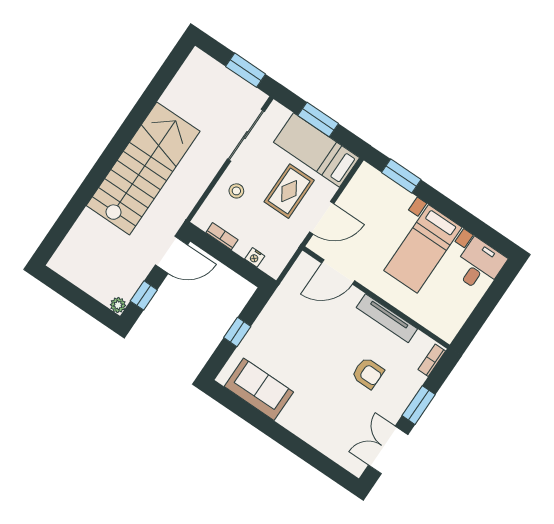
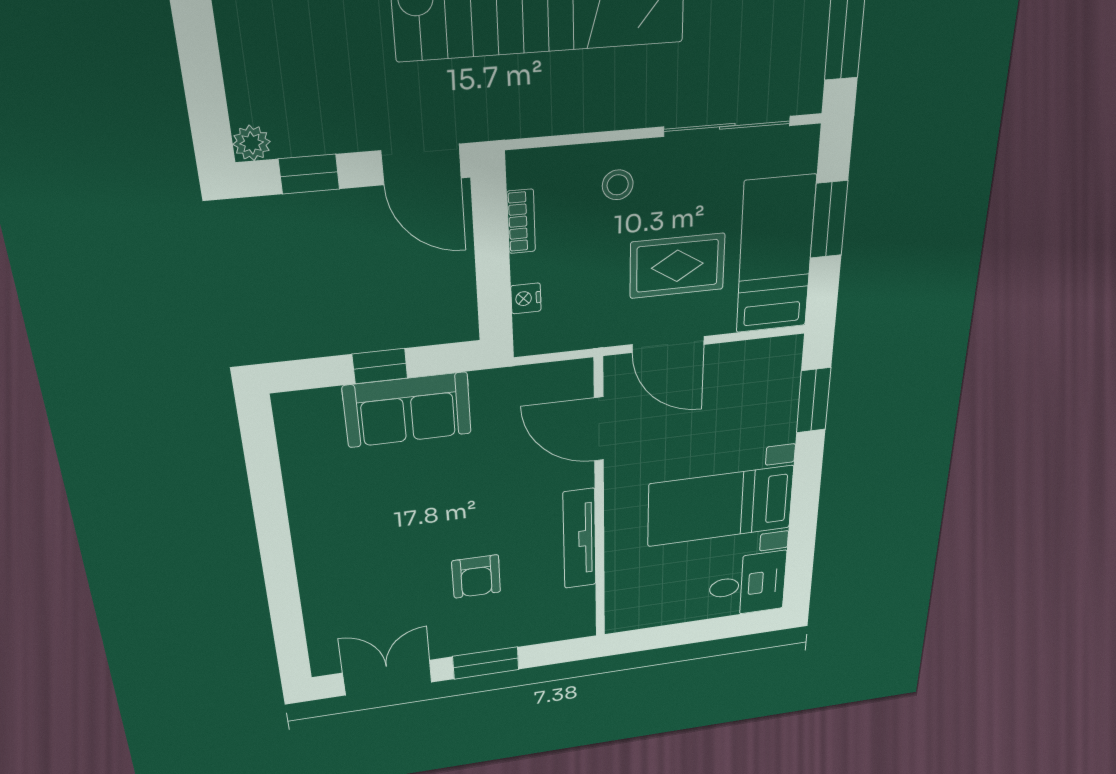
bookcase: (432, 360) -> (564, 631), removed
sofa: (259, 389) -> (408, 410), moved, turned 90

